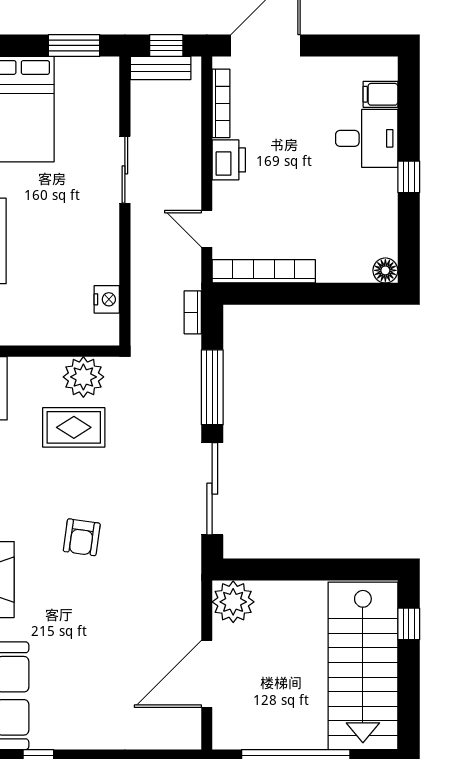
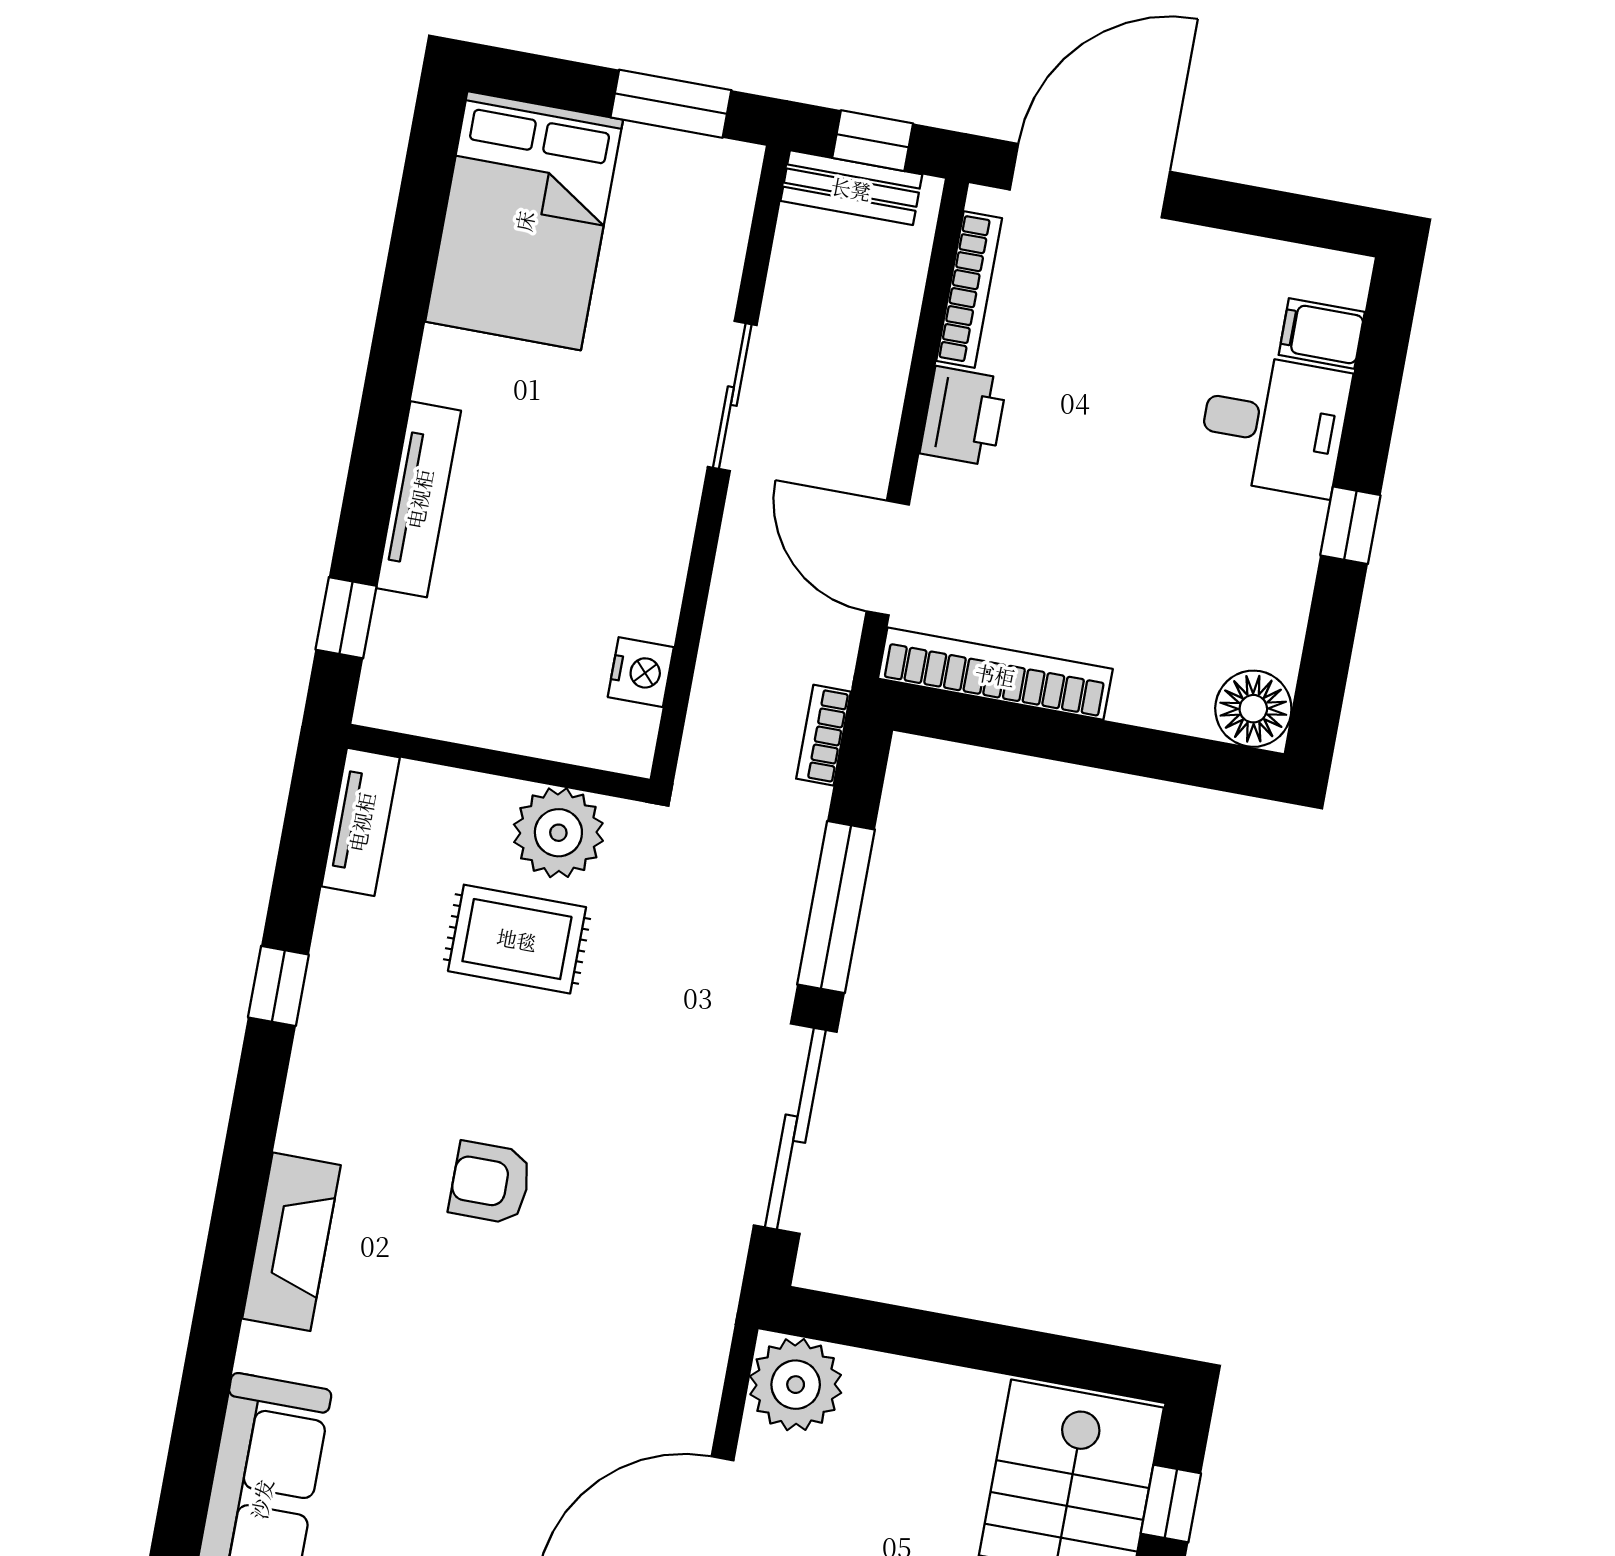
door: (207, 229) -> (888, 558), width x1.38
floor lamp: (385, 270) -> (1253, 709), width x1.38, depth x1.38
armchair: (82, 537) -> (490, 1183), turned 82

